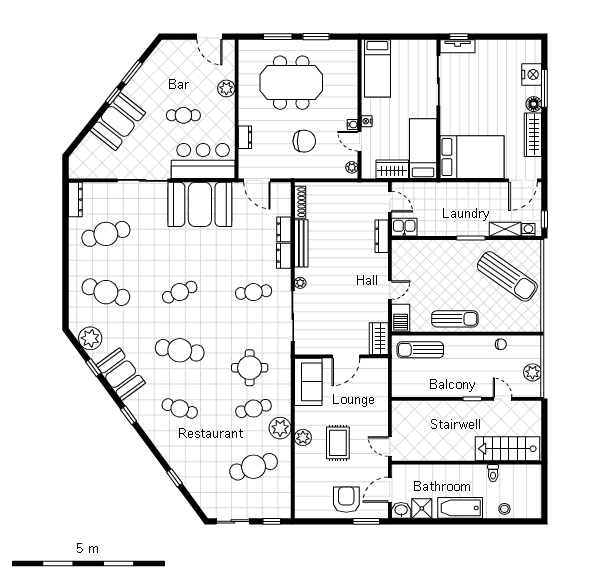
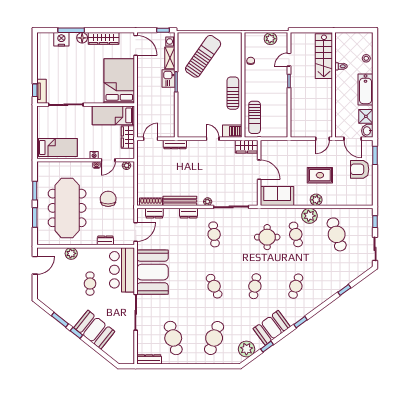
meeting table: (291, 83) -> (67, 208), width x1.36
kitchen sink: (404, 227) -> (168, 79), moved
dresser: (284, 229) -> (154, 213), moved
cafe table: (180, 350) -> (255, 286), width x0.73, depth x0.74

